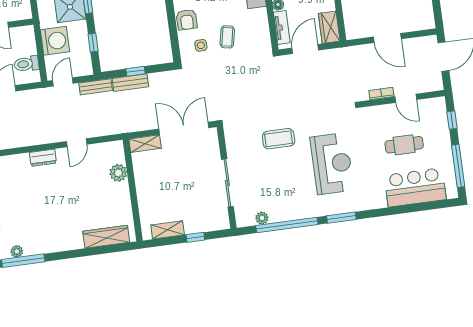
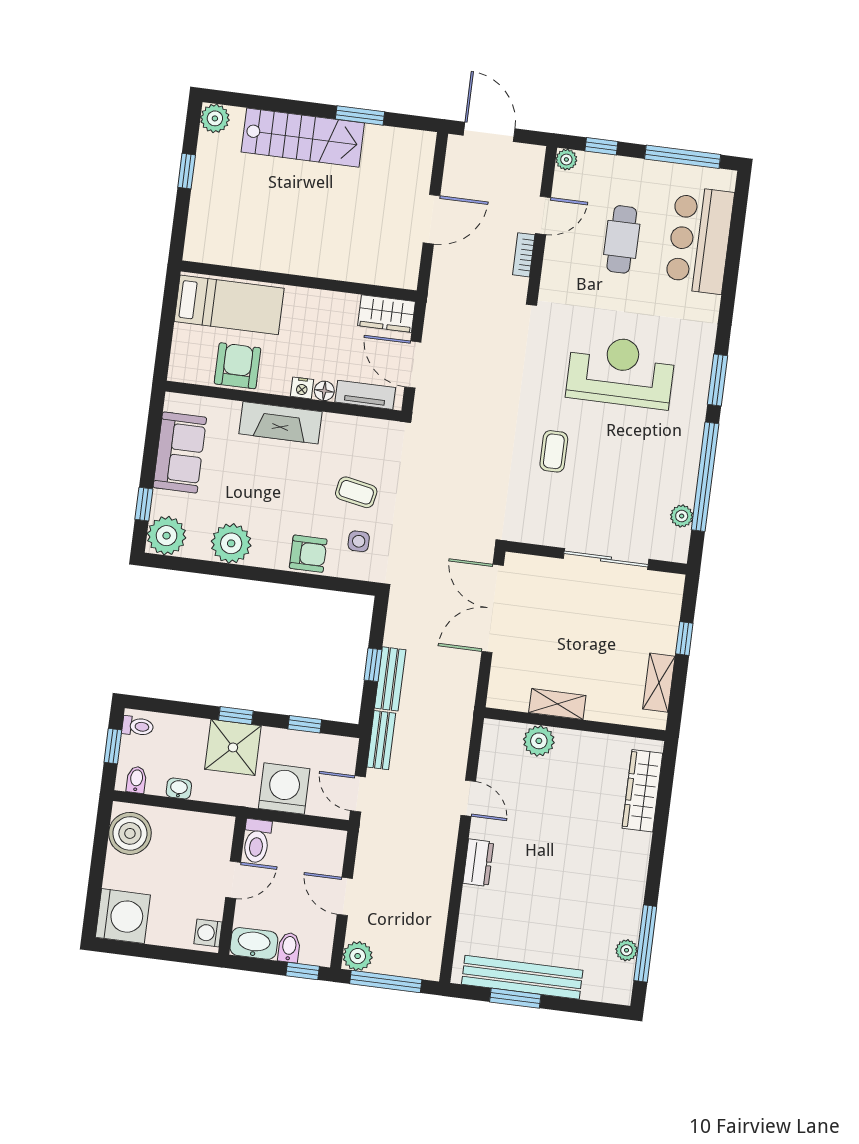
toilet: (26, 64) -> (257, 841), moved
plant: (440, 103) -> (566, 160), added
coffee table: (279, 139) -> (554, 451), width x0.73, depth x0.77
shelving: (145, 144) -> (557, 704), moved, turned 90

